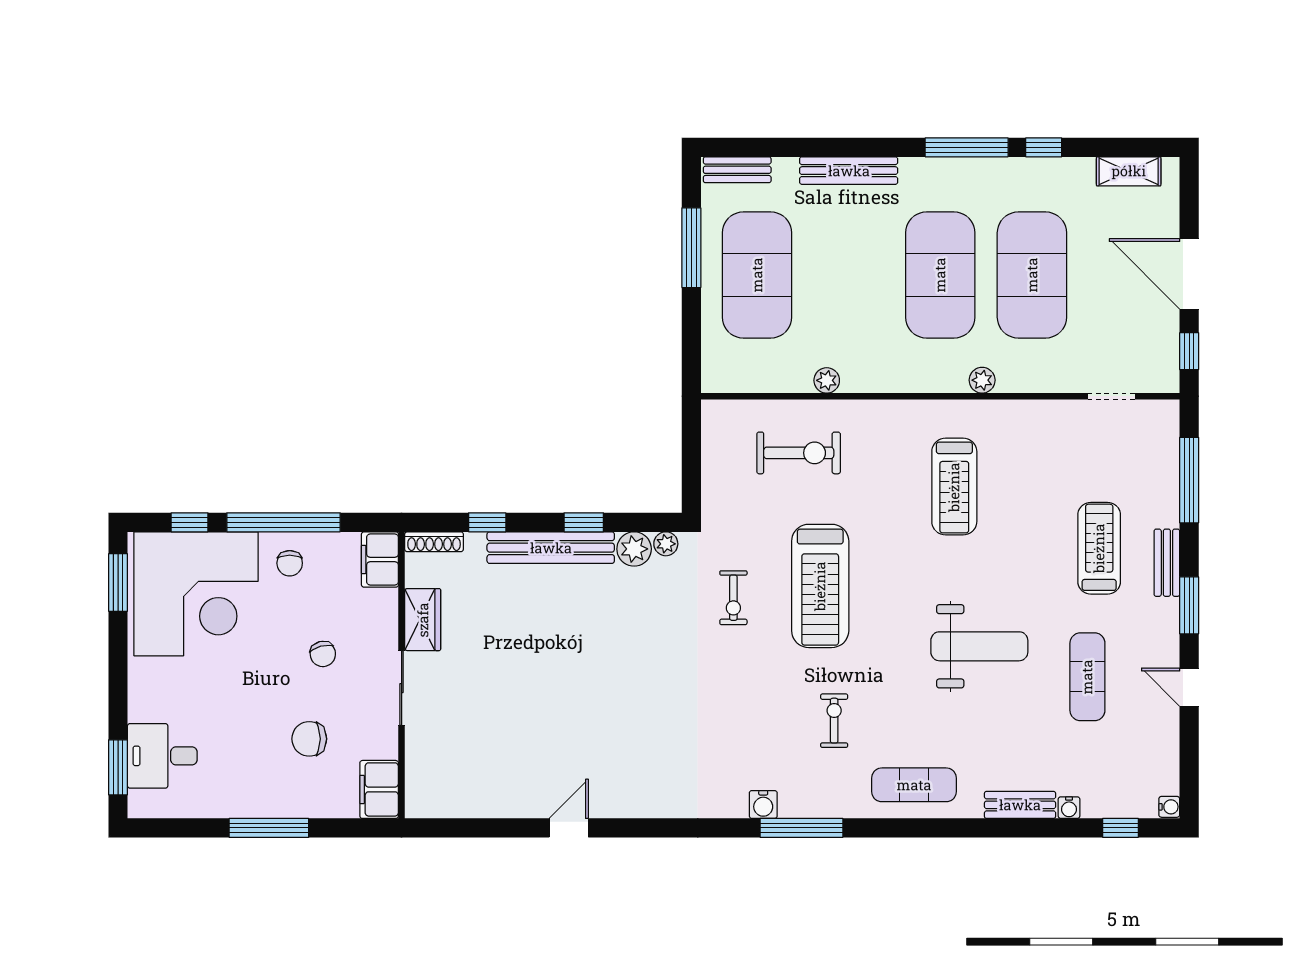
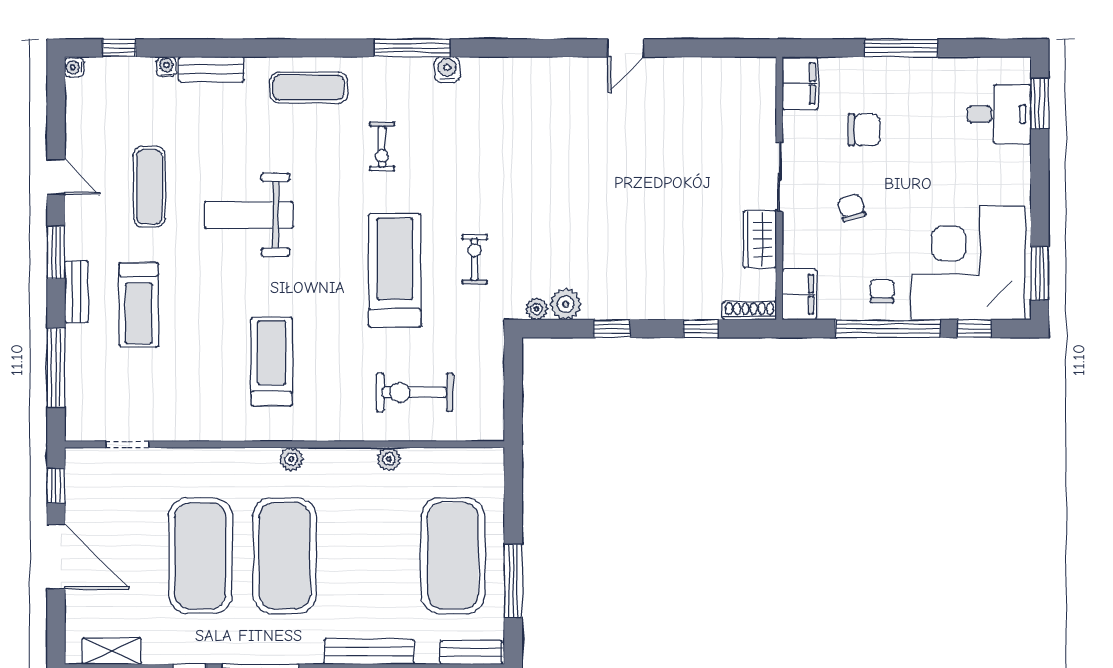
plant: (982, 380) -> (291, 459), moved
bench: (551, 548) -> (642, 305), removed

